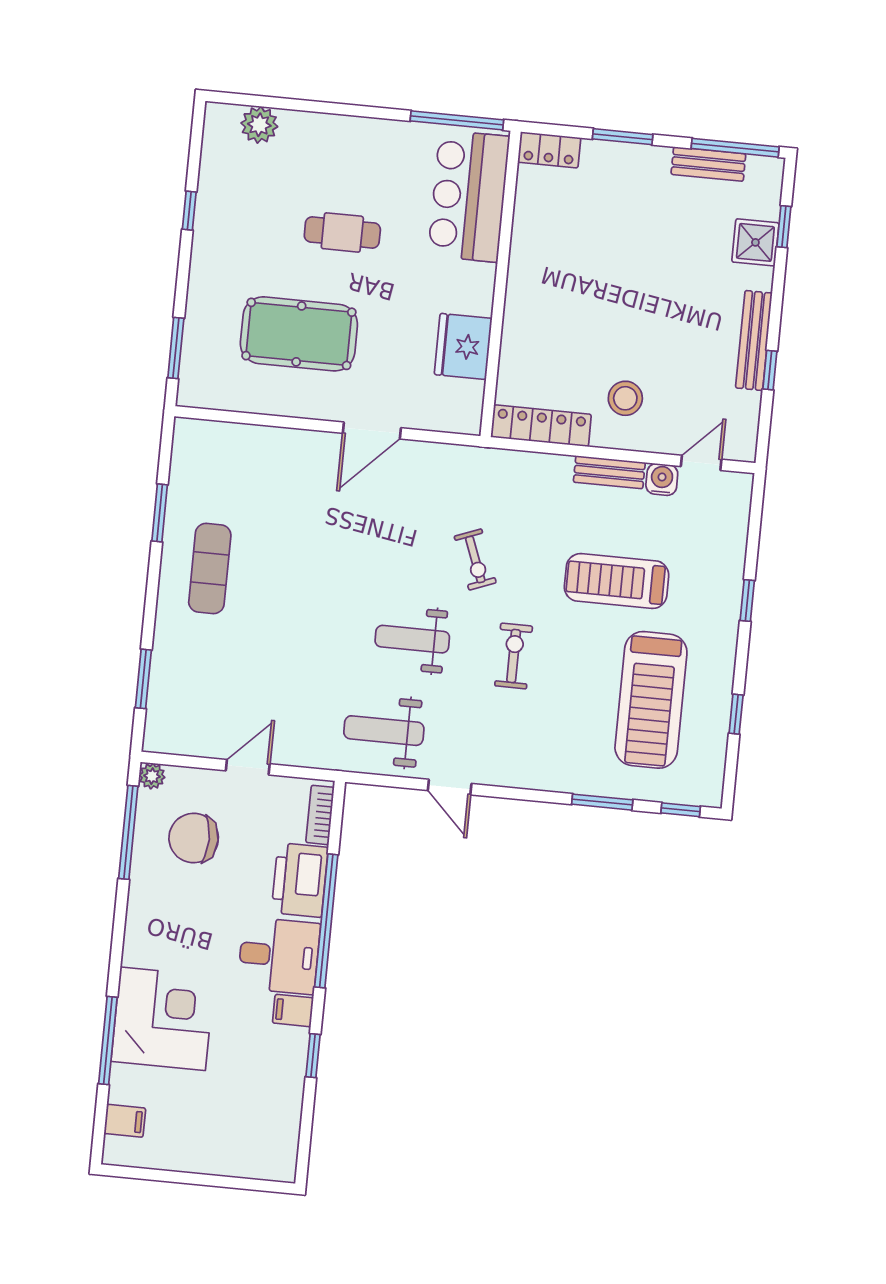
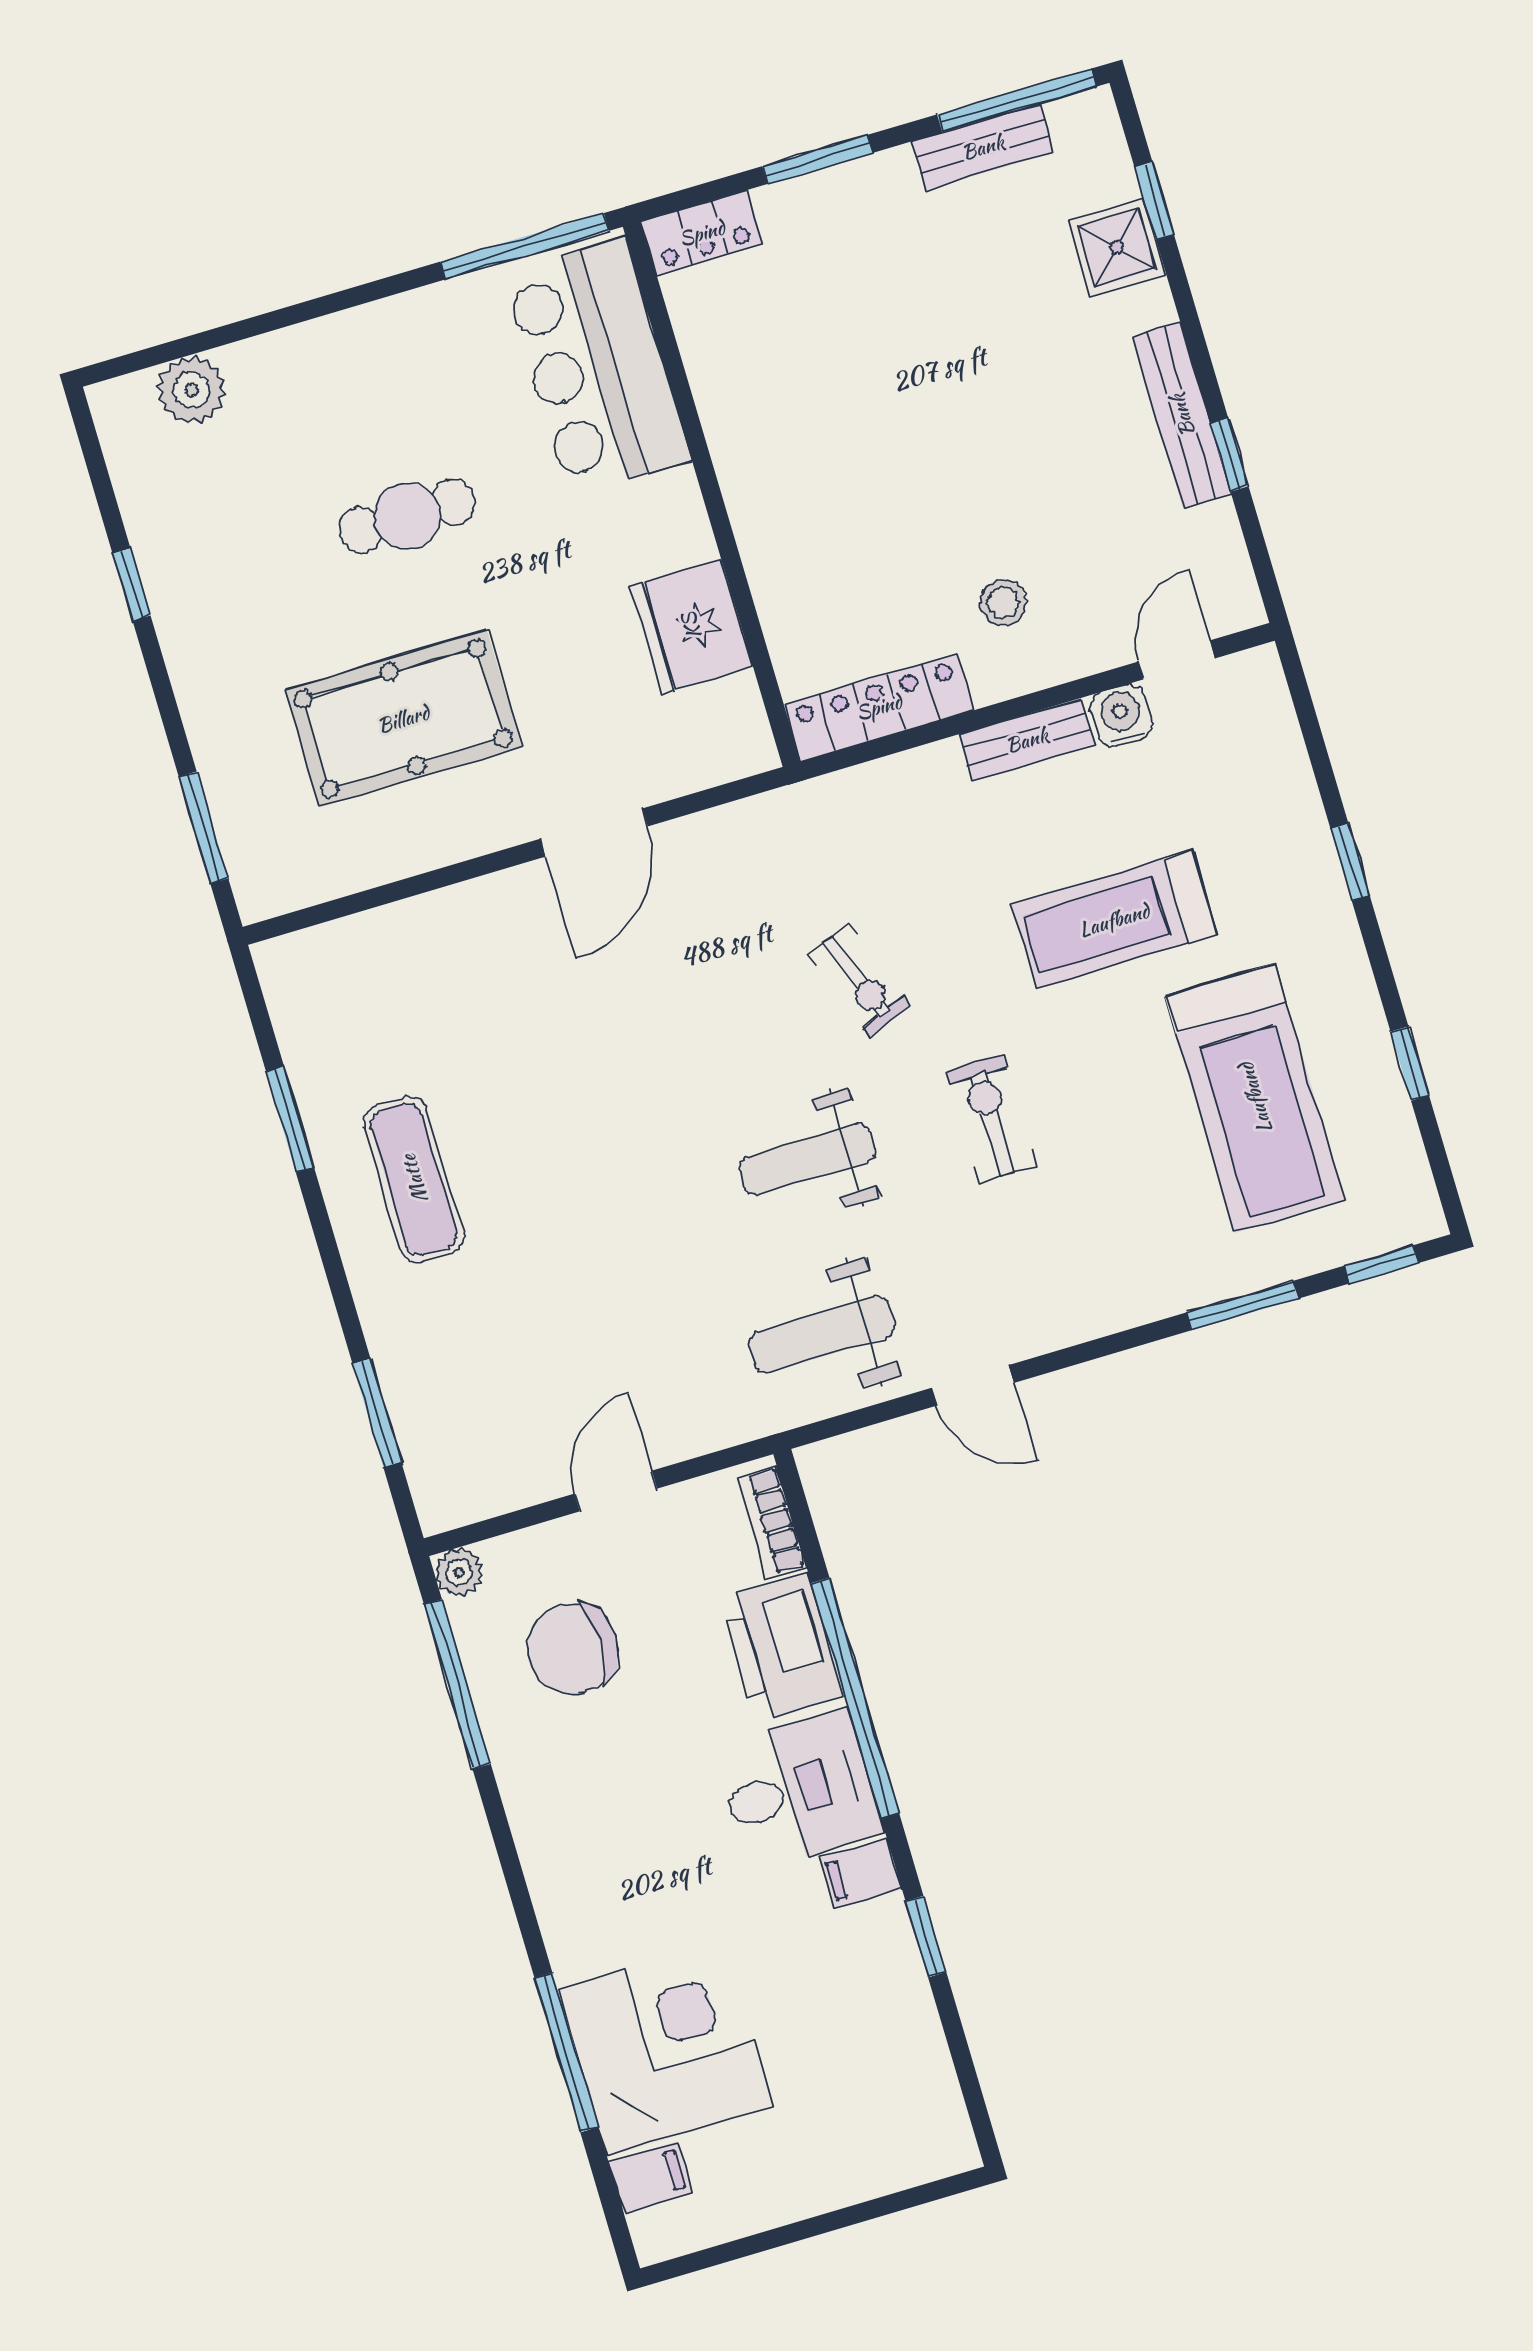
stool: (625, 398) -> (1003, 603), width x0.73, depth x0.73
corner desk: (163, 1019) -> (666, 2049), moved

